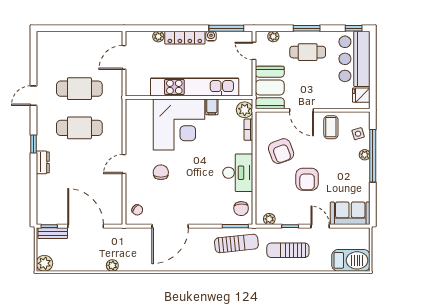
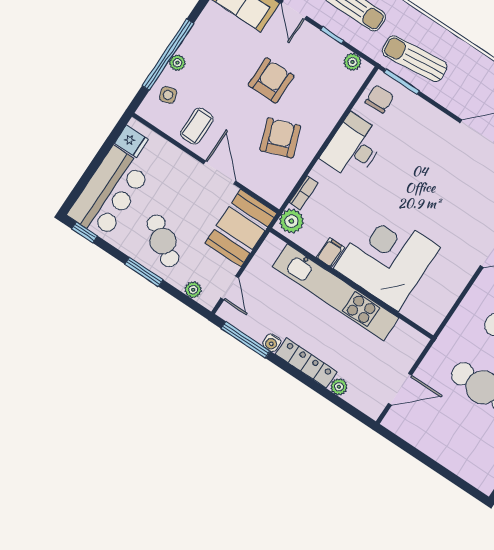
cafe table: (308, 52) -> (163, 241), turned 35
chair: (161, 172) -> (450, 213), removed

